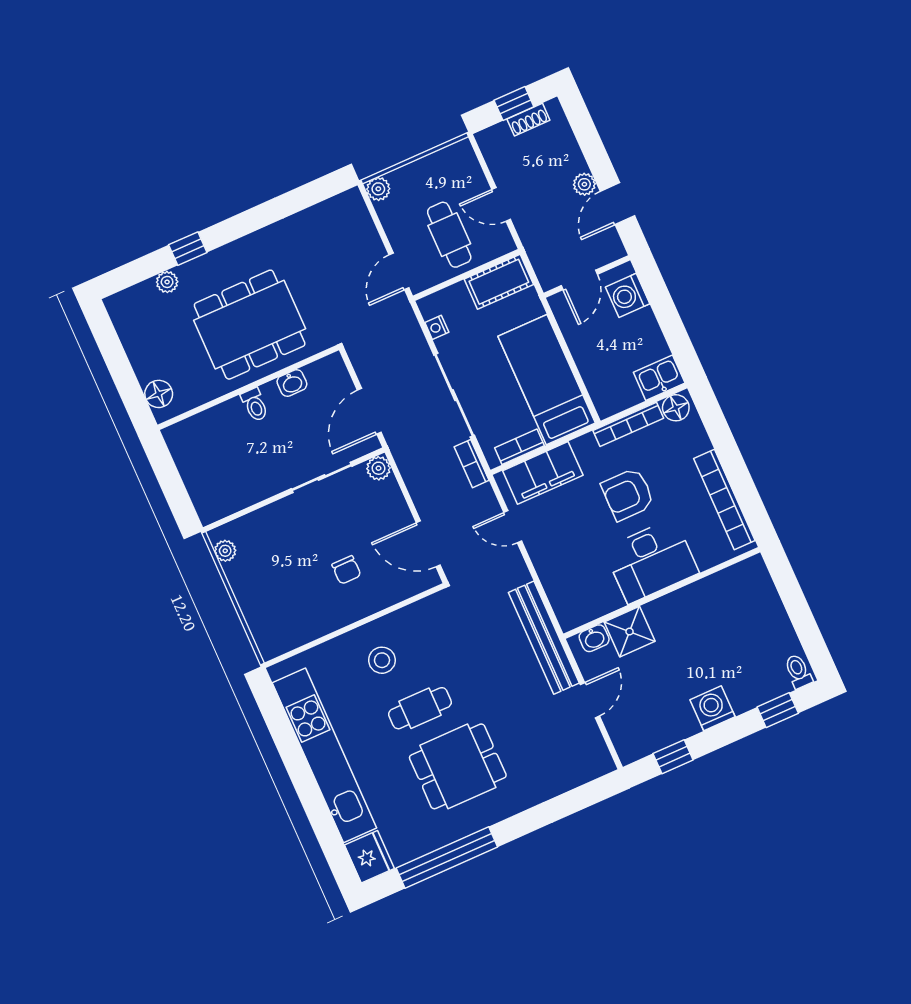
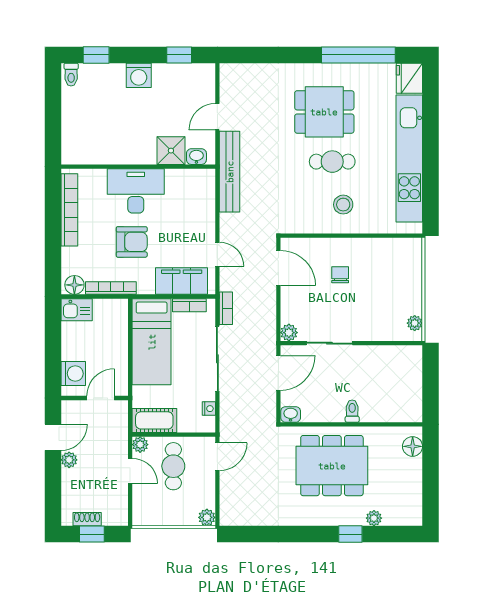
plant: (503, 243) -> (140, 445), added
washbasin: (292, 383) -> (291, 414), moved

